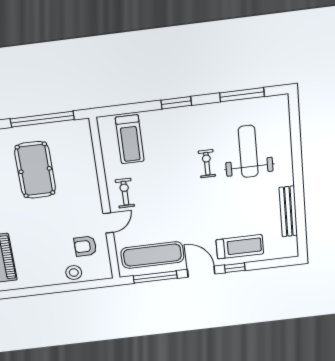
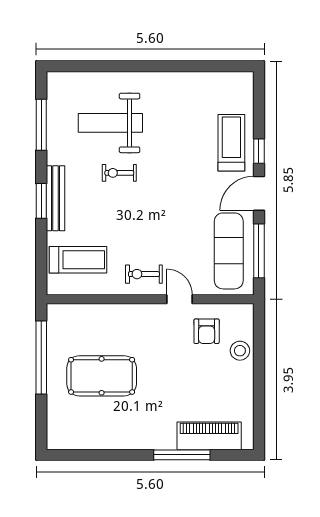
bench: (288, 212) -> (56, 198), moved, turned 90

